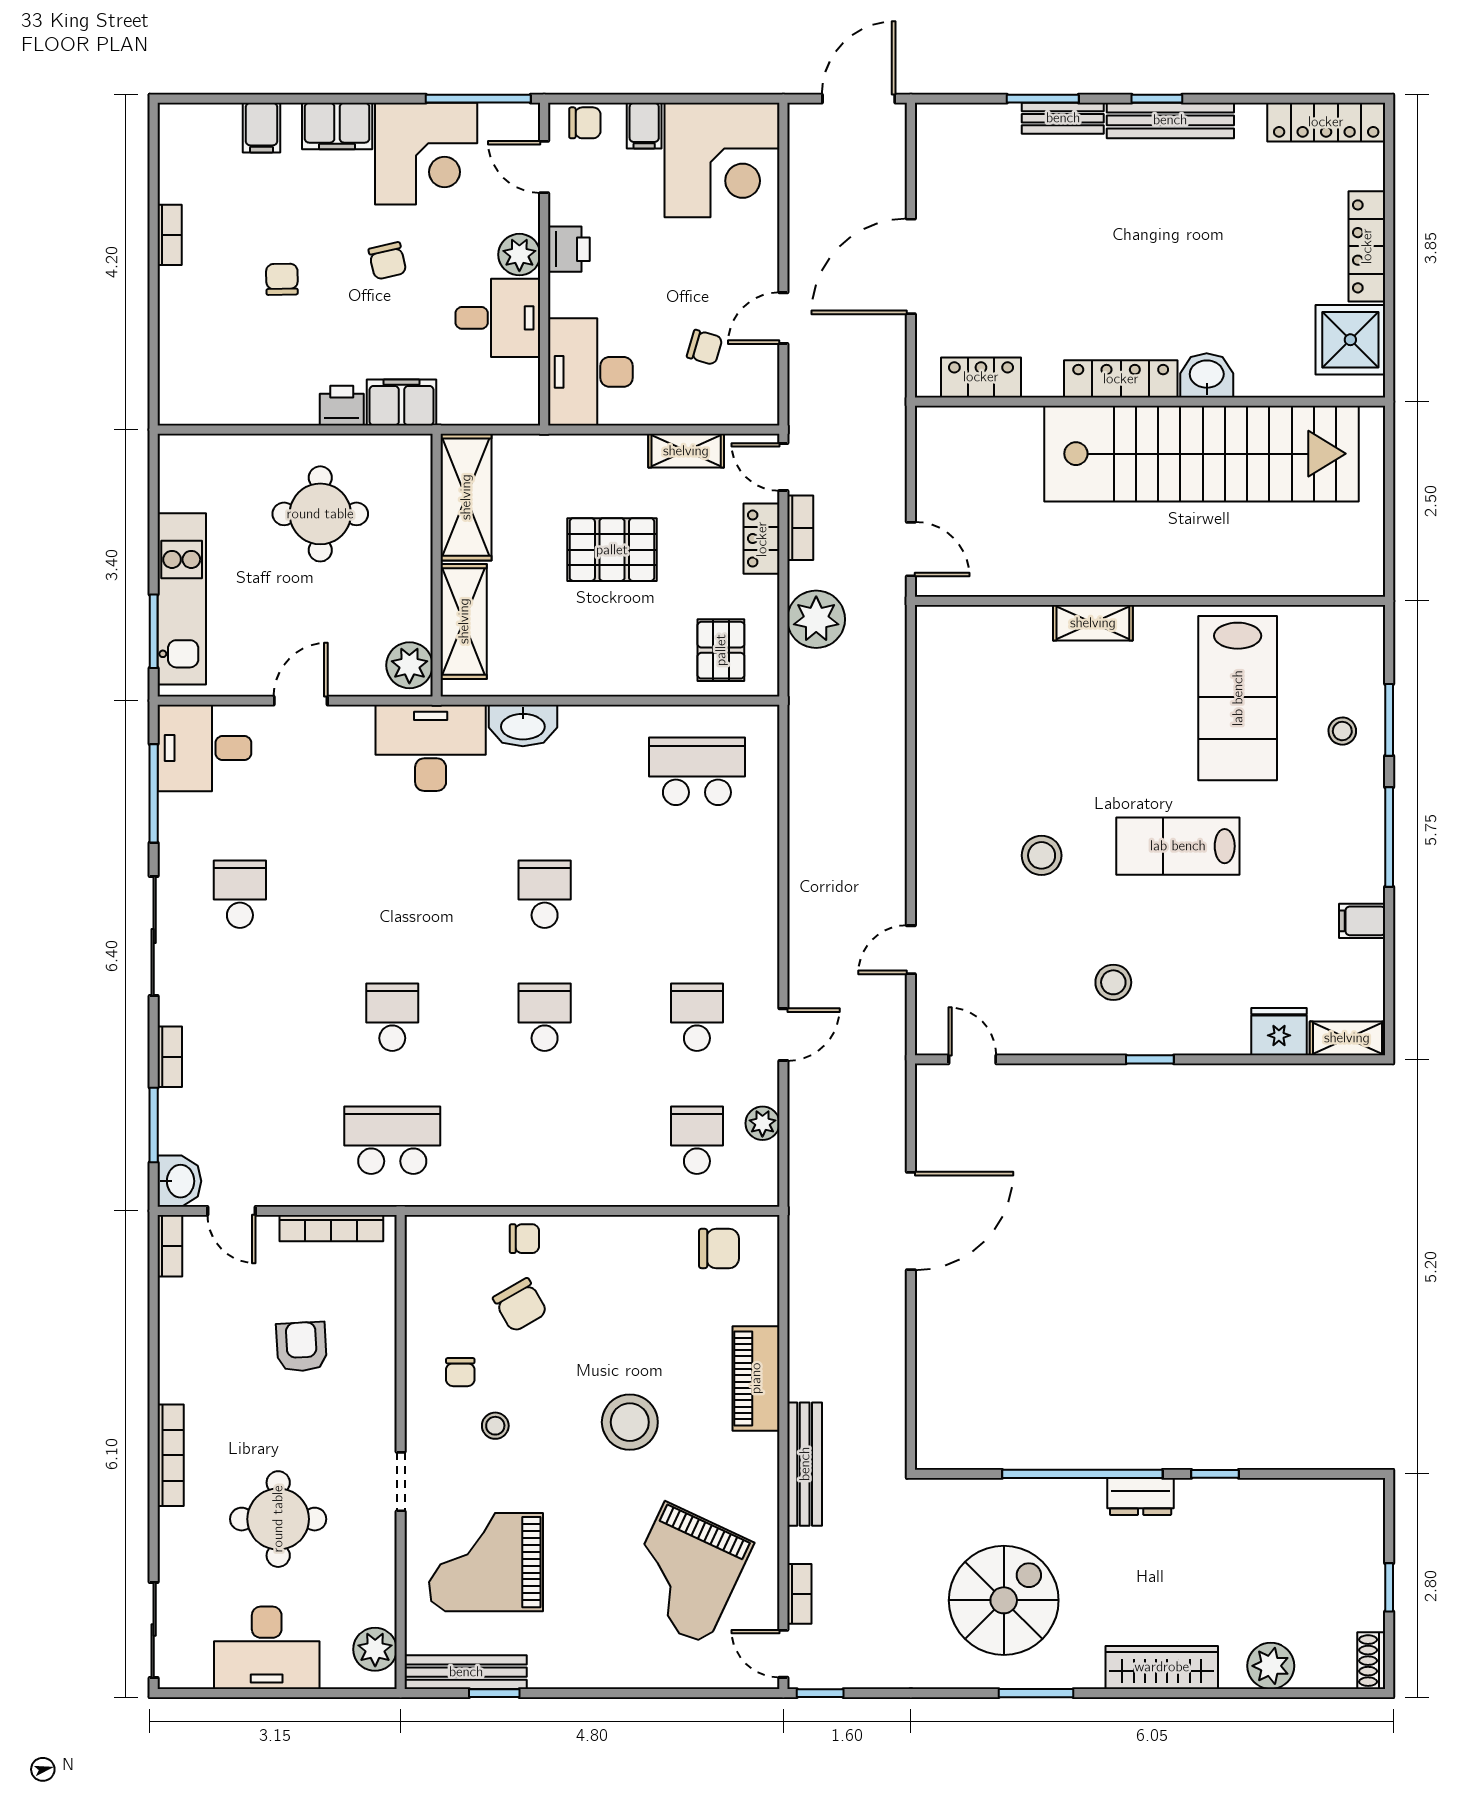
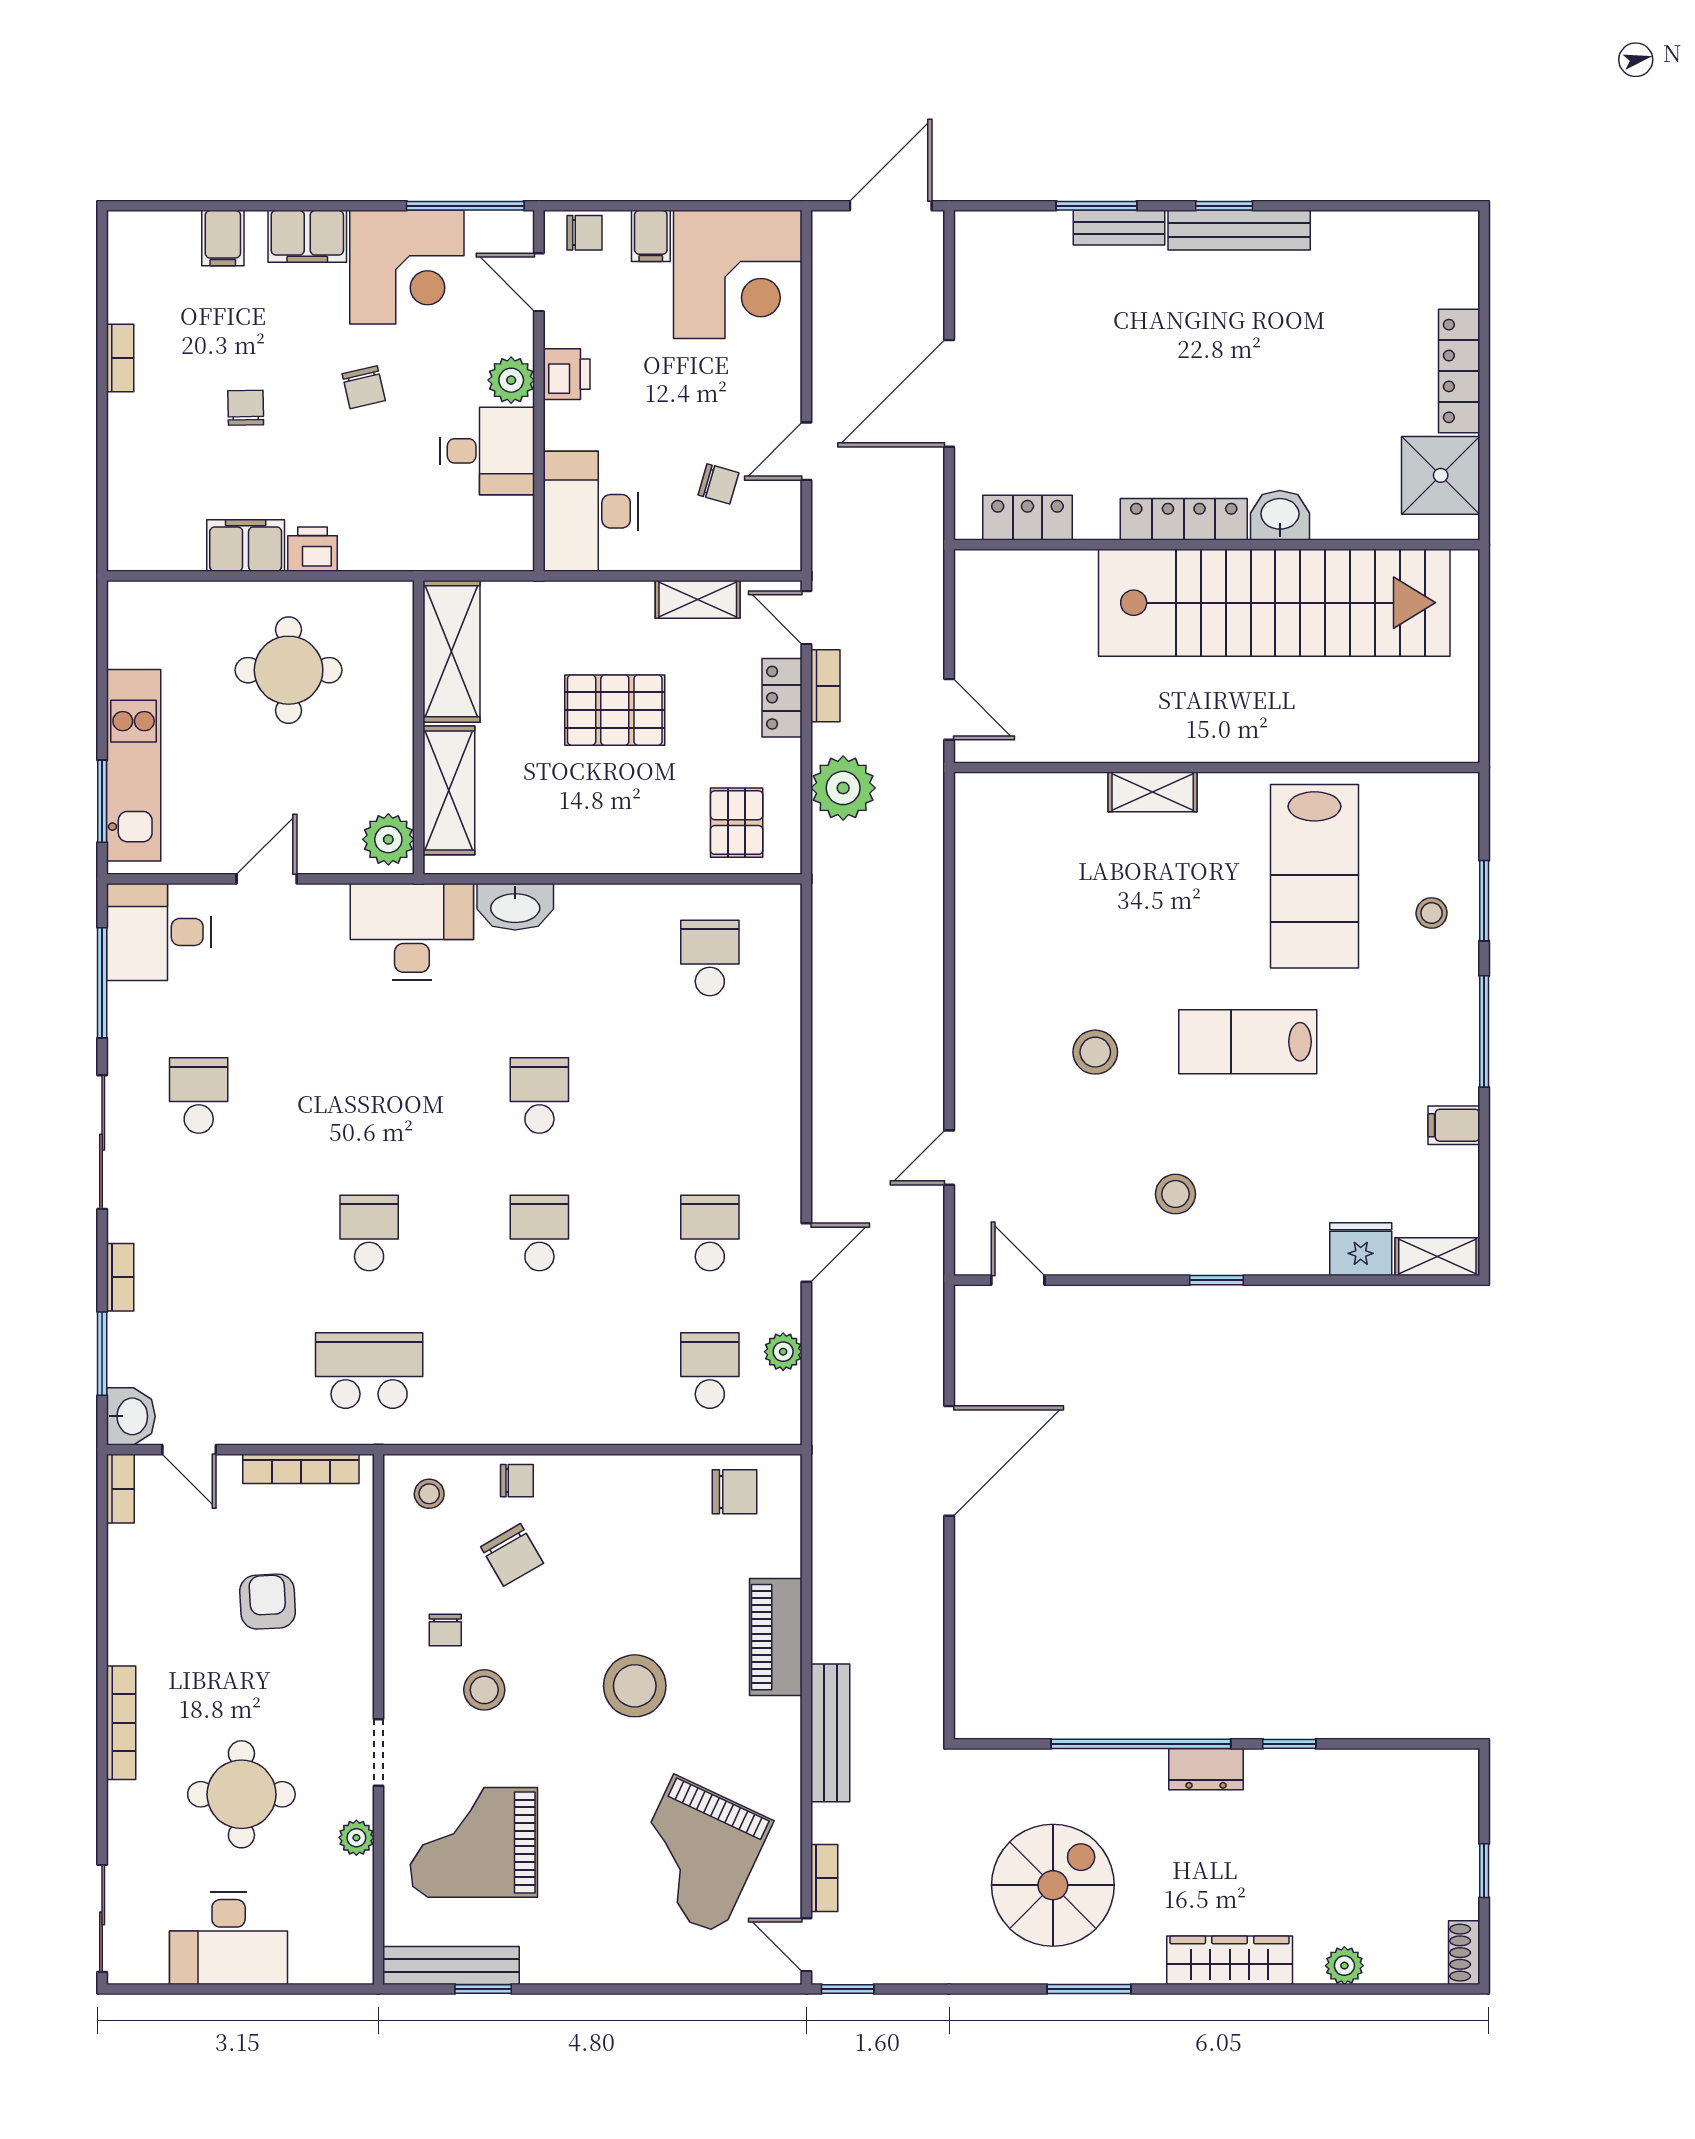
locker: (1326, 122) -> (1414, 232), removed
filing cabinet: (402, 402) -> (246, 545), moved
school desk: (697, 771) -> (710, 958), width x0.54
stool: (446, 1250) -> (429, 1494), added
stool: (495, 1426) -> (484, 1690), width x1.37, depth x1.37
plant: (375, 1649) -> (356, 1838), moved, width x0.73, depth x0.73
plant: (1271, 1666) -> (1344, 1966), width x0.73, depth x0.73

